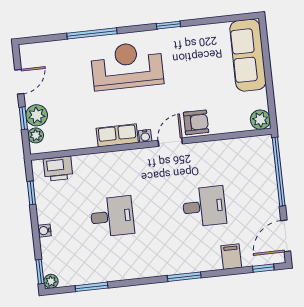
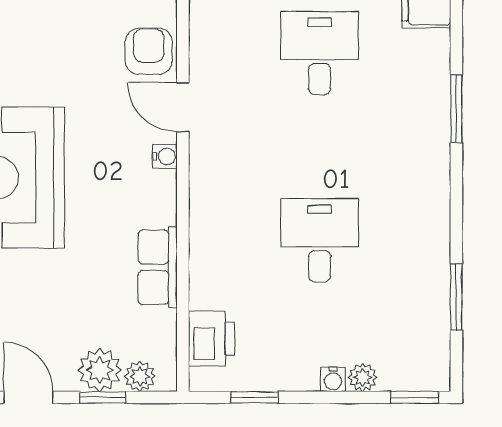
row of seats: (117, 135) -> (158, 267), moved
plant: (51, 281) -> (363, 377), moved

